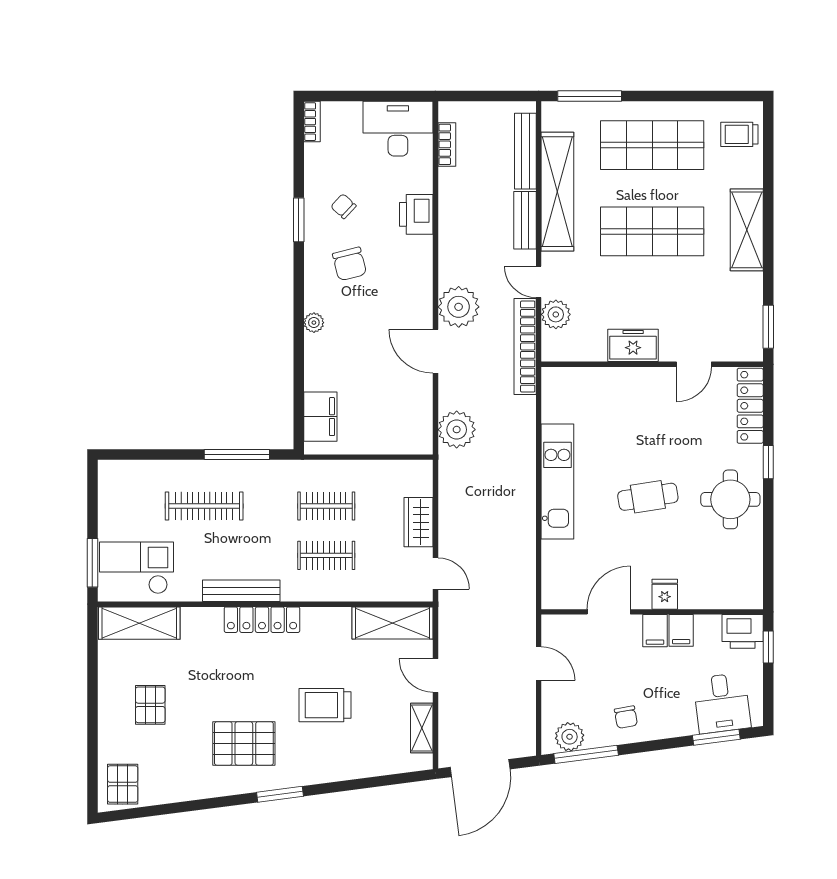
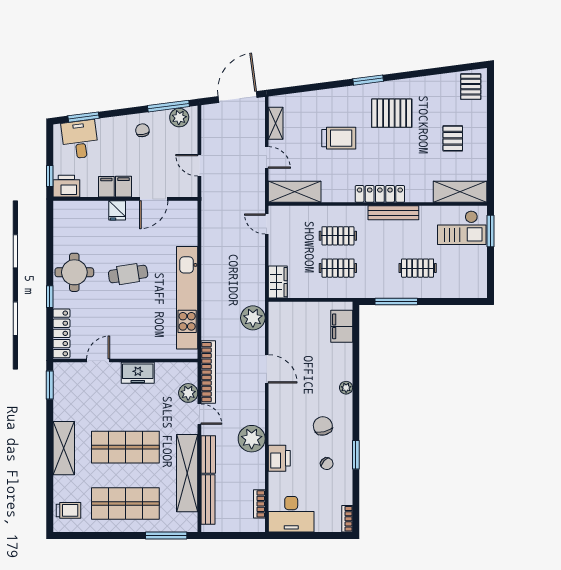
plant: (459, 307) -> (252, 439), moved
kitchen unit: (557, 481) -> (187, 298), width x1.36
clothes rail: (204, 506) -> (418, 268), width x0.73
wardrobe: (419, 522) -> (278, 282), moved

